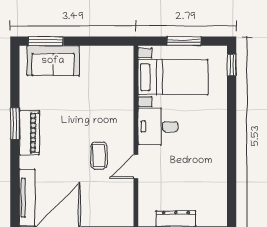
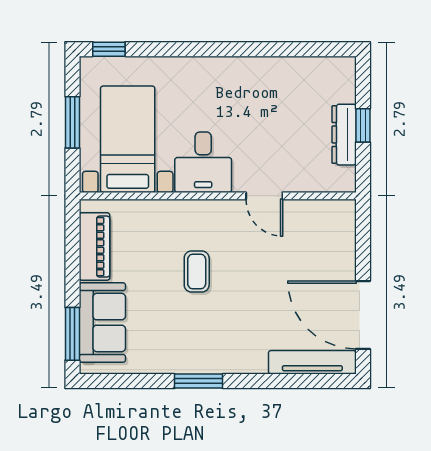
piano: (29, 133) -> (94, 247), moved, turned 90
coffee table: (99, 156) -> (197, 272), moved, turned 90

